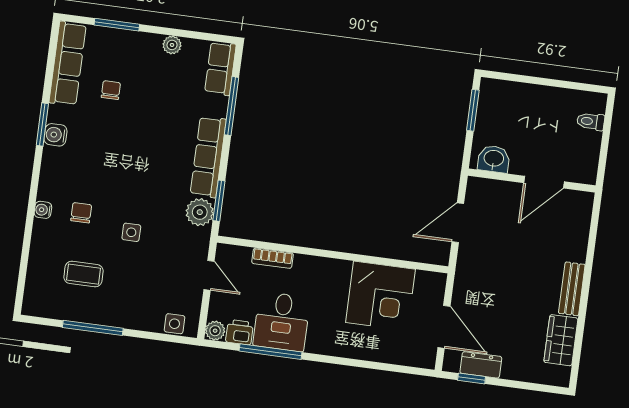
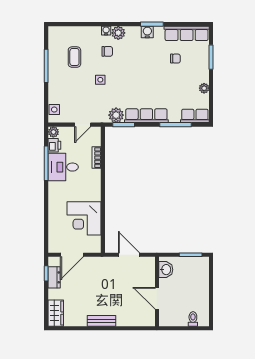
plant: (50, 188) -> (118, 33), added
wardrobe: (561, 340) -> (56, 313), moved, turned 90

